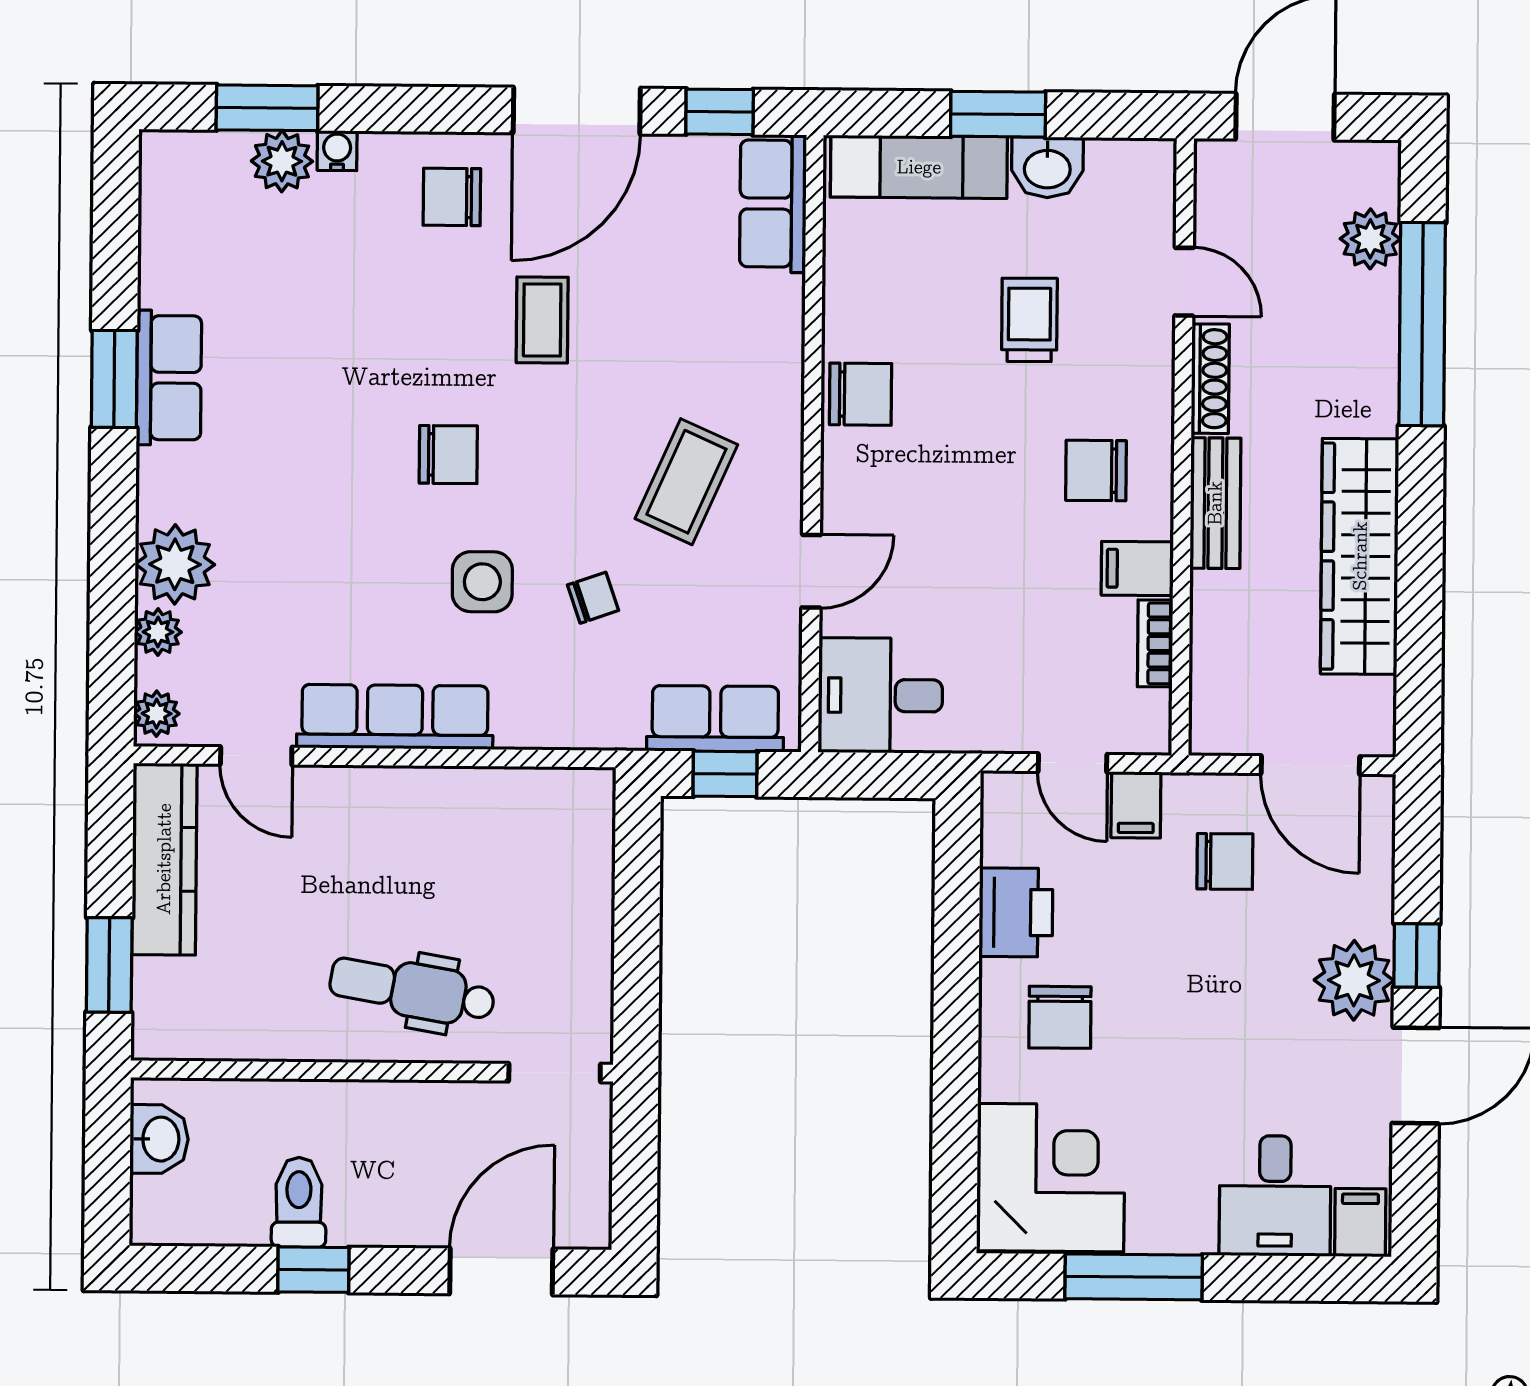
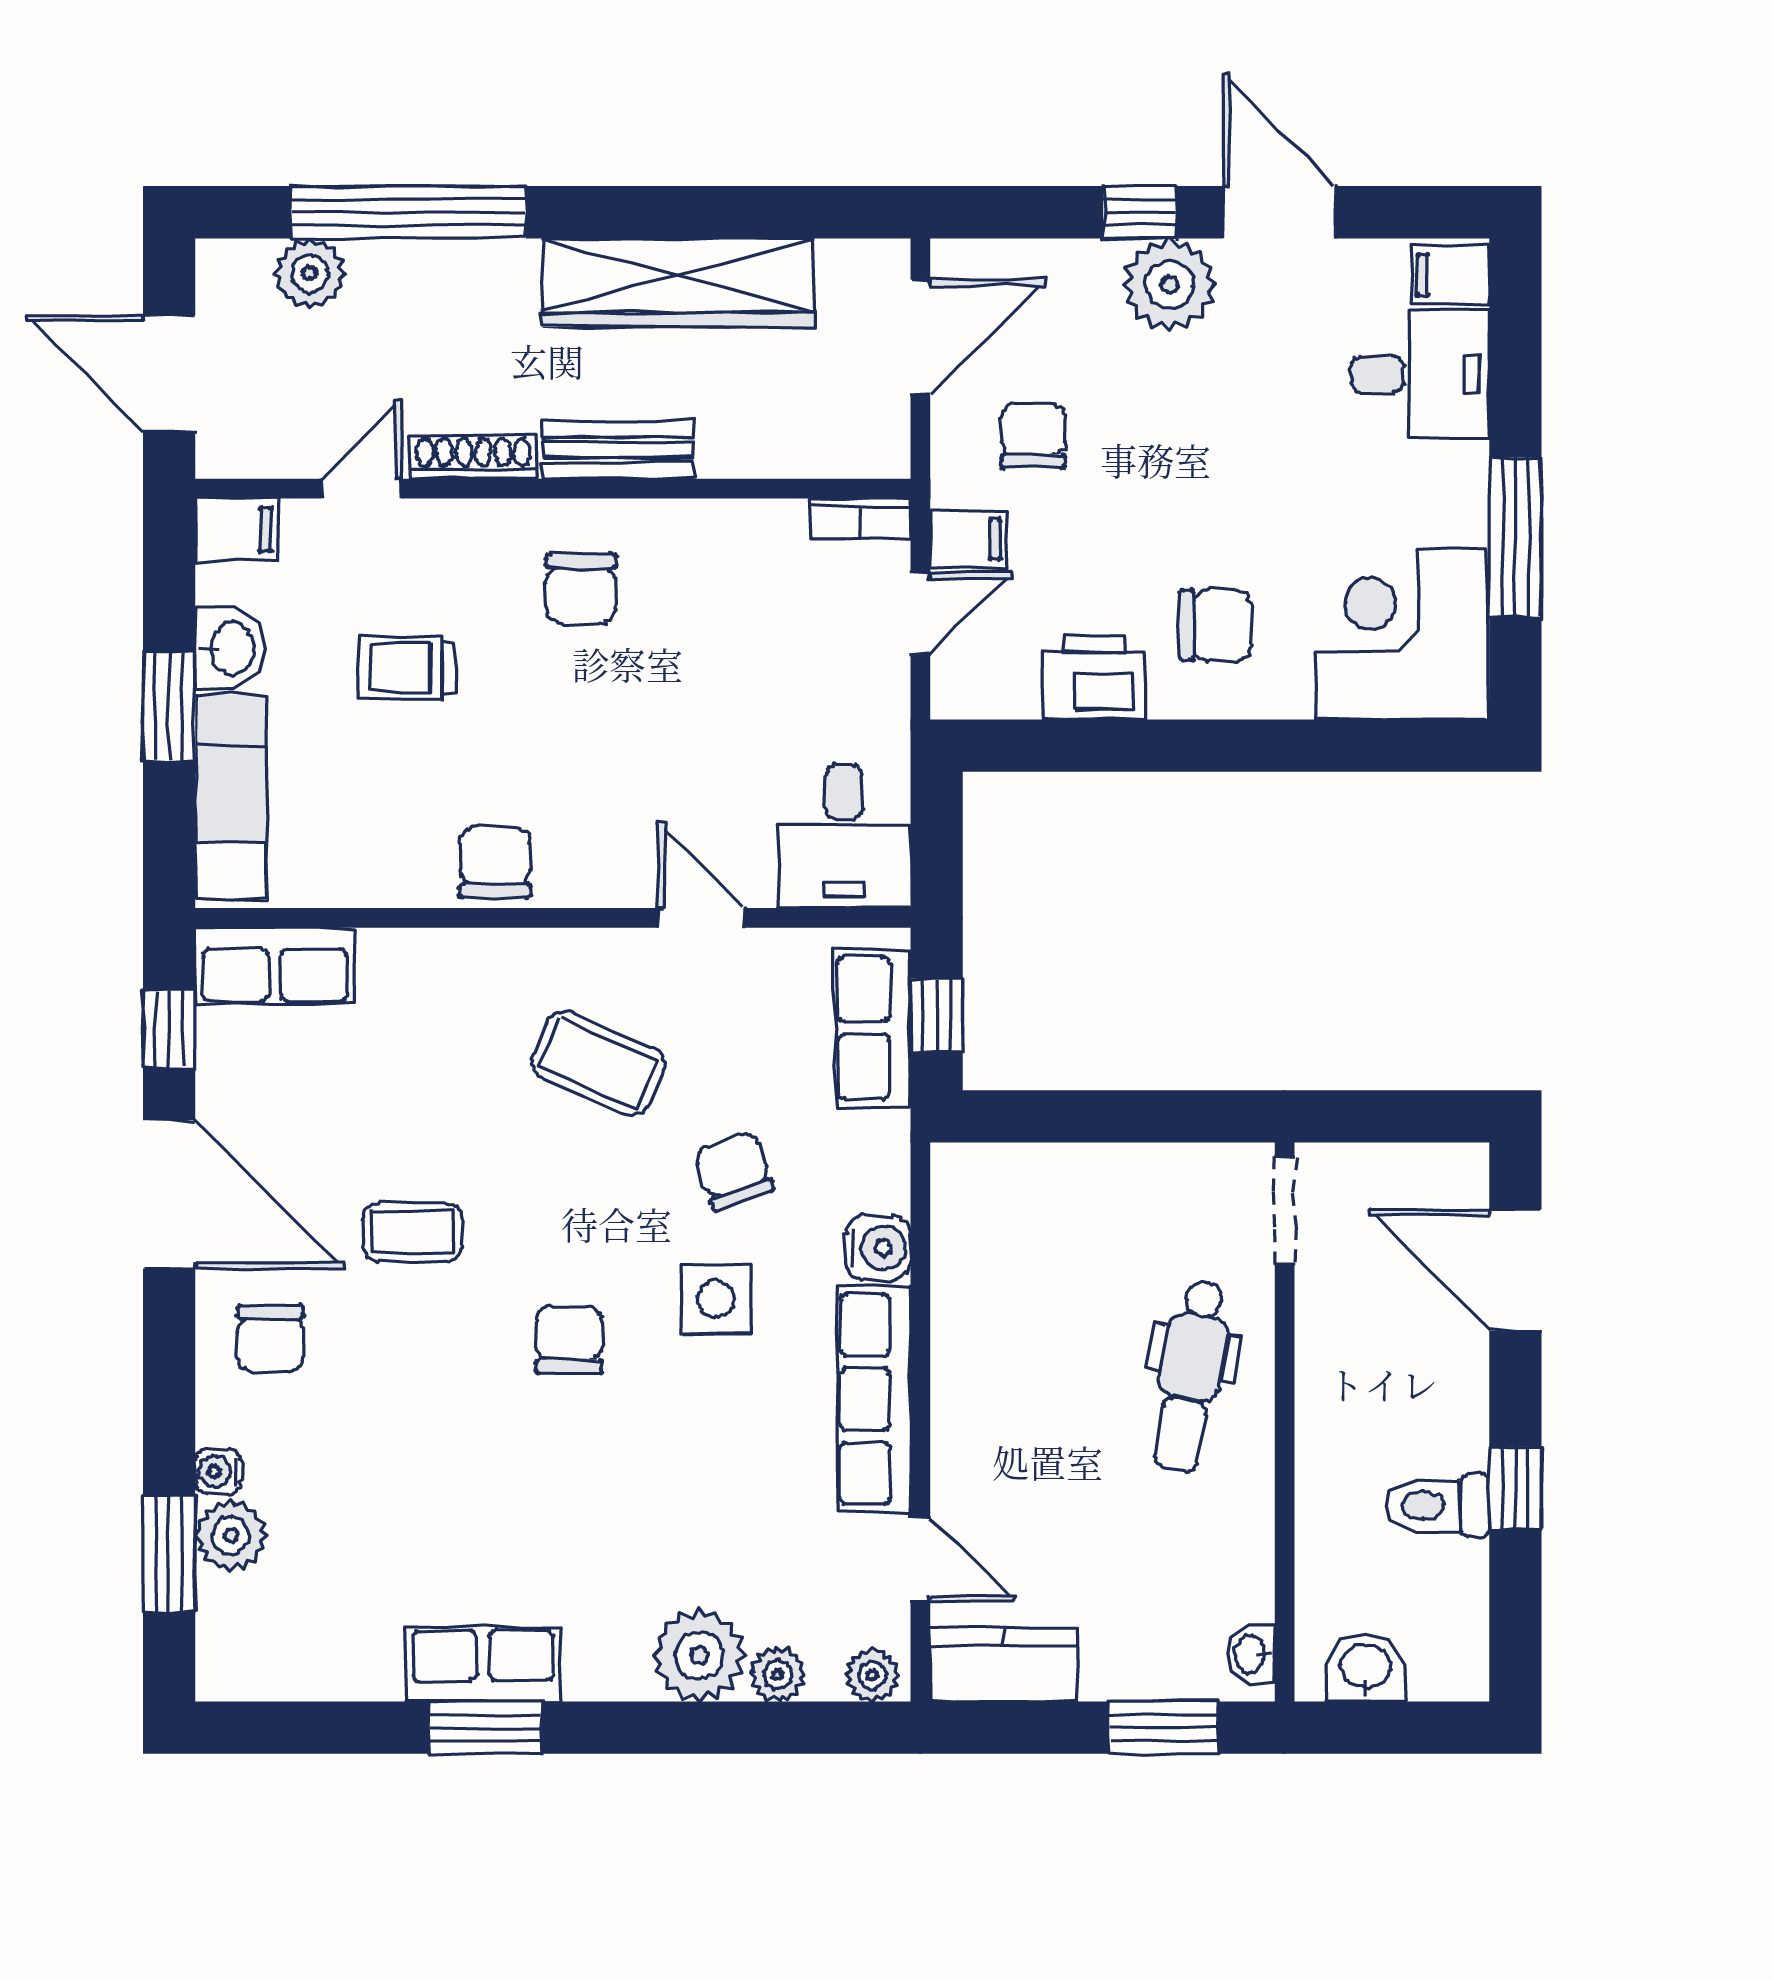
filing cabinet: (1137, 568) -> (237, 530), moved, turned -90
chair: (593, 598) -> (734, 1171), width x1.37, depth x1.37
bookcase: (1155, 643) -> (860, 519), moved
water cooler: (525, 722) -> (878, 1248), added
door: (256, 756) -> (920, 1559), hinge flipped
kitchen counter: (164, 859) -> (1004, 1665), width x0.67
washbasin: (172, 1041) -> (1251, 1654), added

